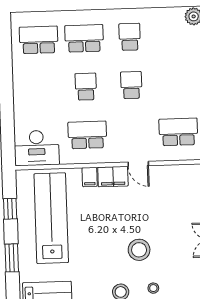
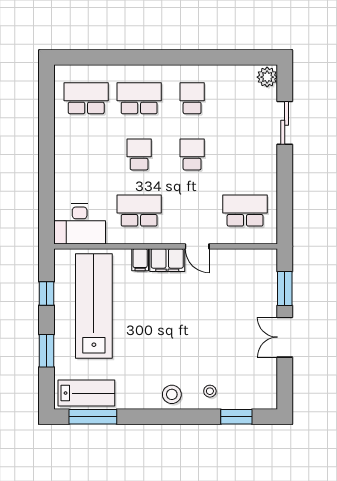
stool: (139, 250) -> (195, 346), removed

